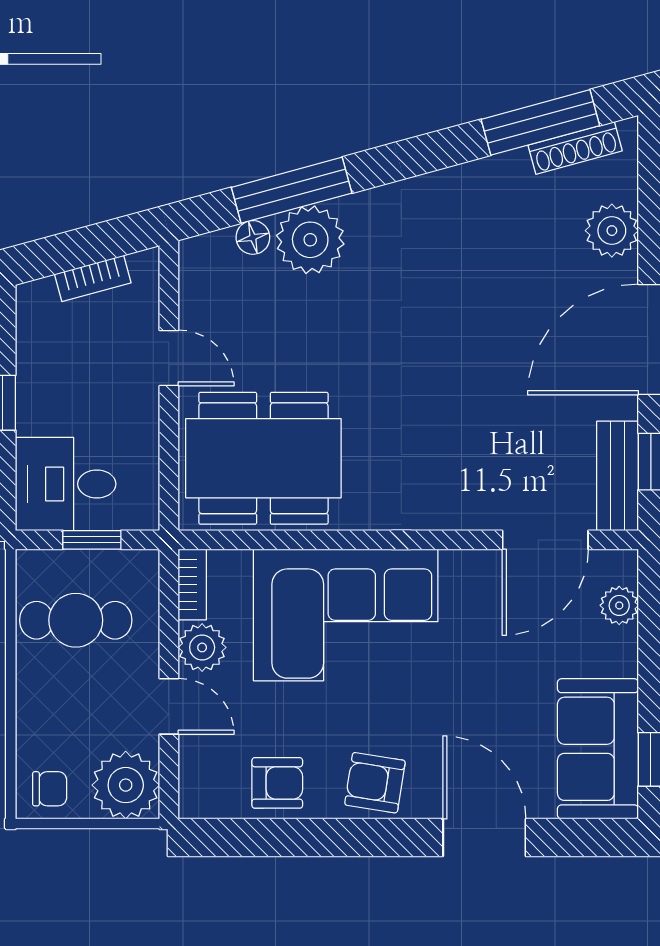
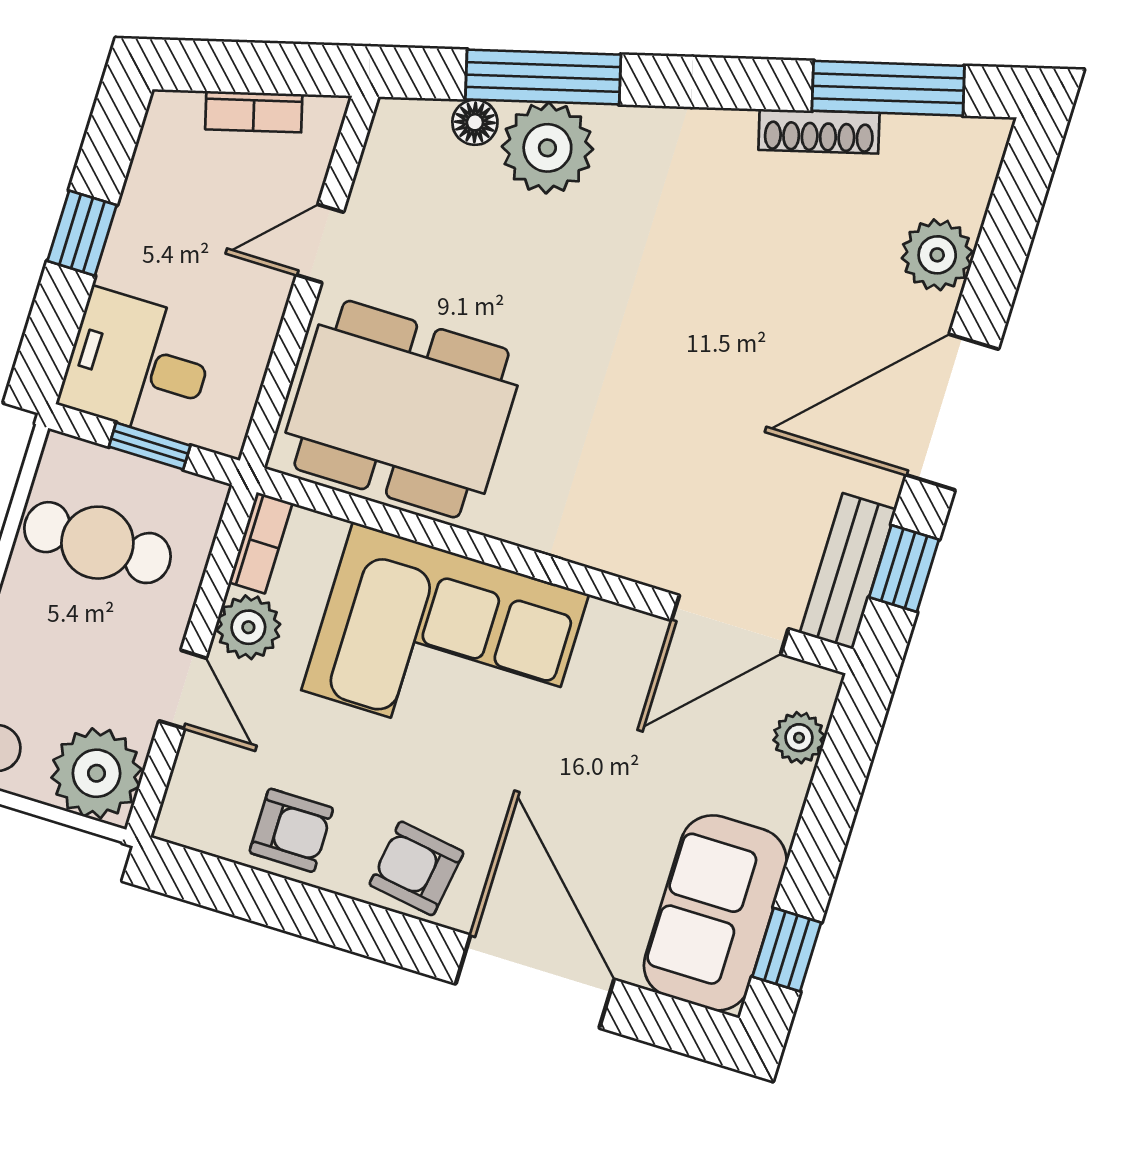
shoe rack: (575, 148) -> (819, 131), moved
door: (169, 358) -> (320, 244), swing flipped
door: (484, 837) -> (535, 982), width x1.36

